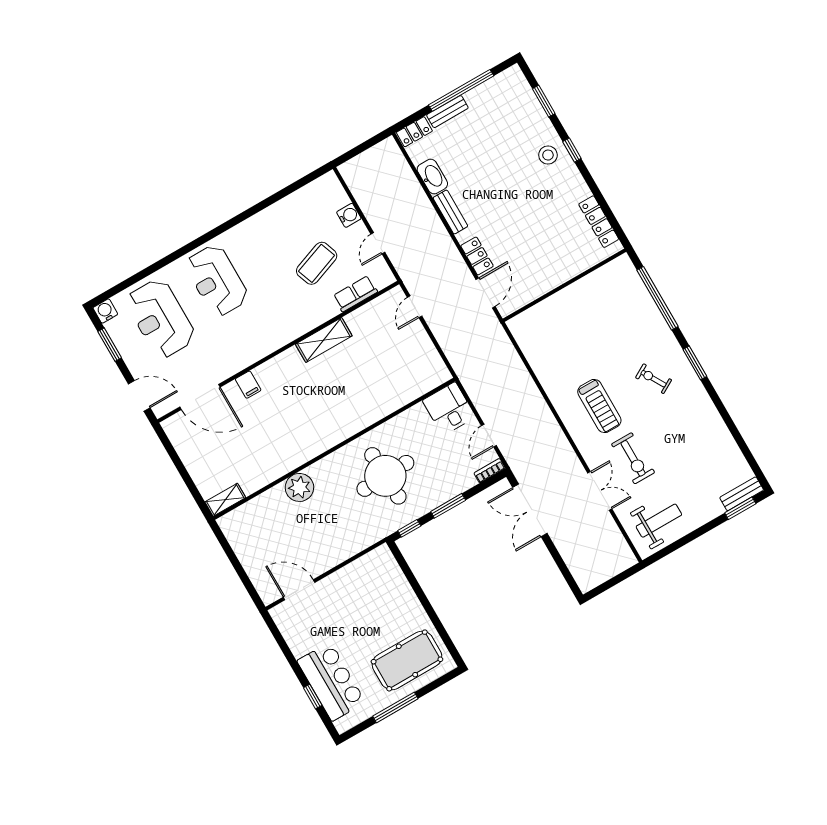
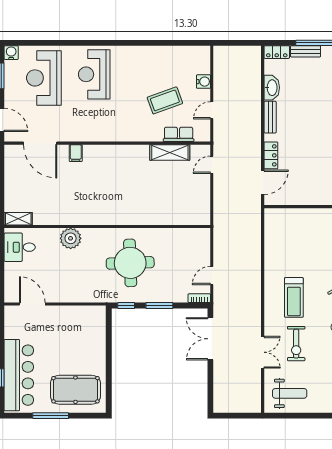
shelving: (324, 340) -> (170, 152), moved
desk: (449, 409) -> (20, 247), moved, turned -90
bar counter: (331, 682) -> (19, 375), width x1.36

